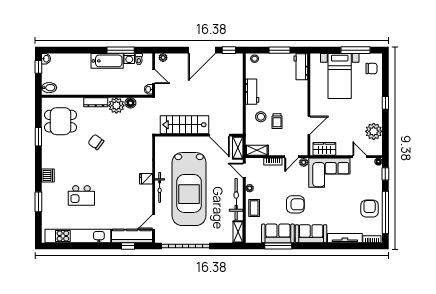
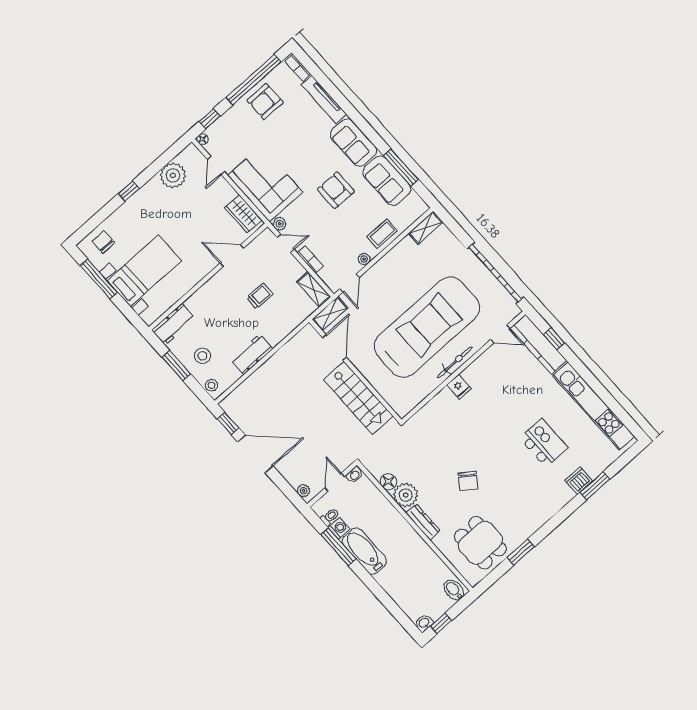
stool: (261, 117) -> (203, 356), moved
dishwasher: (48, 176) -> (579, 481), moved
bicycle: (236, 199) -> (390, 263), removed

